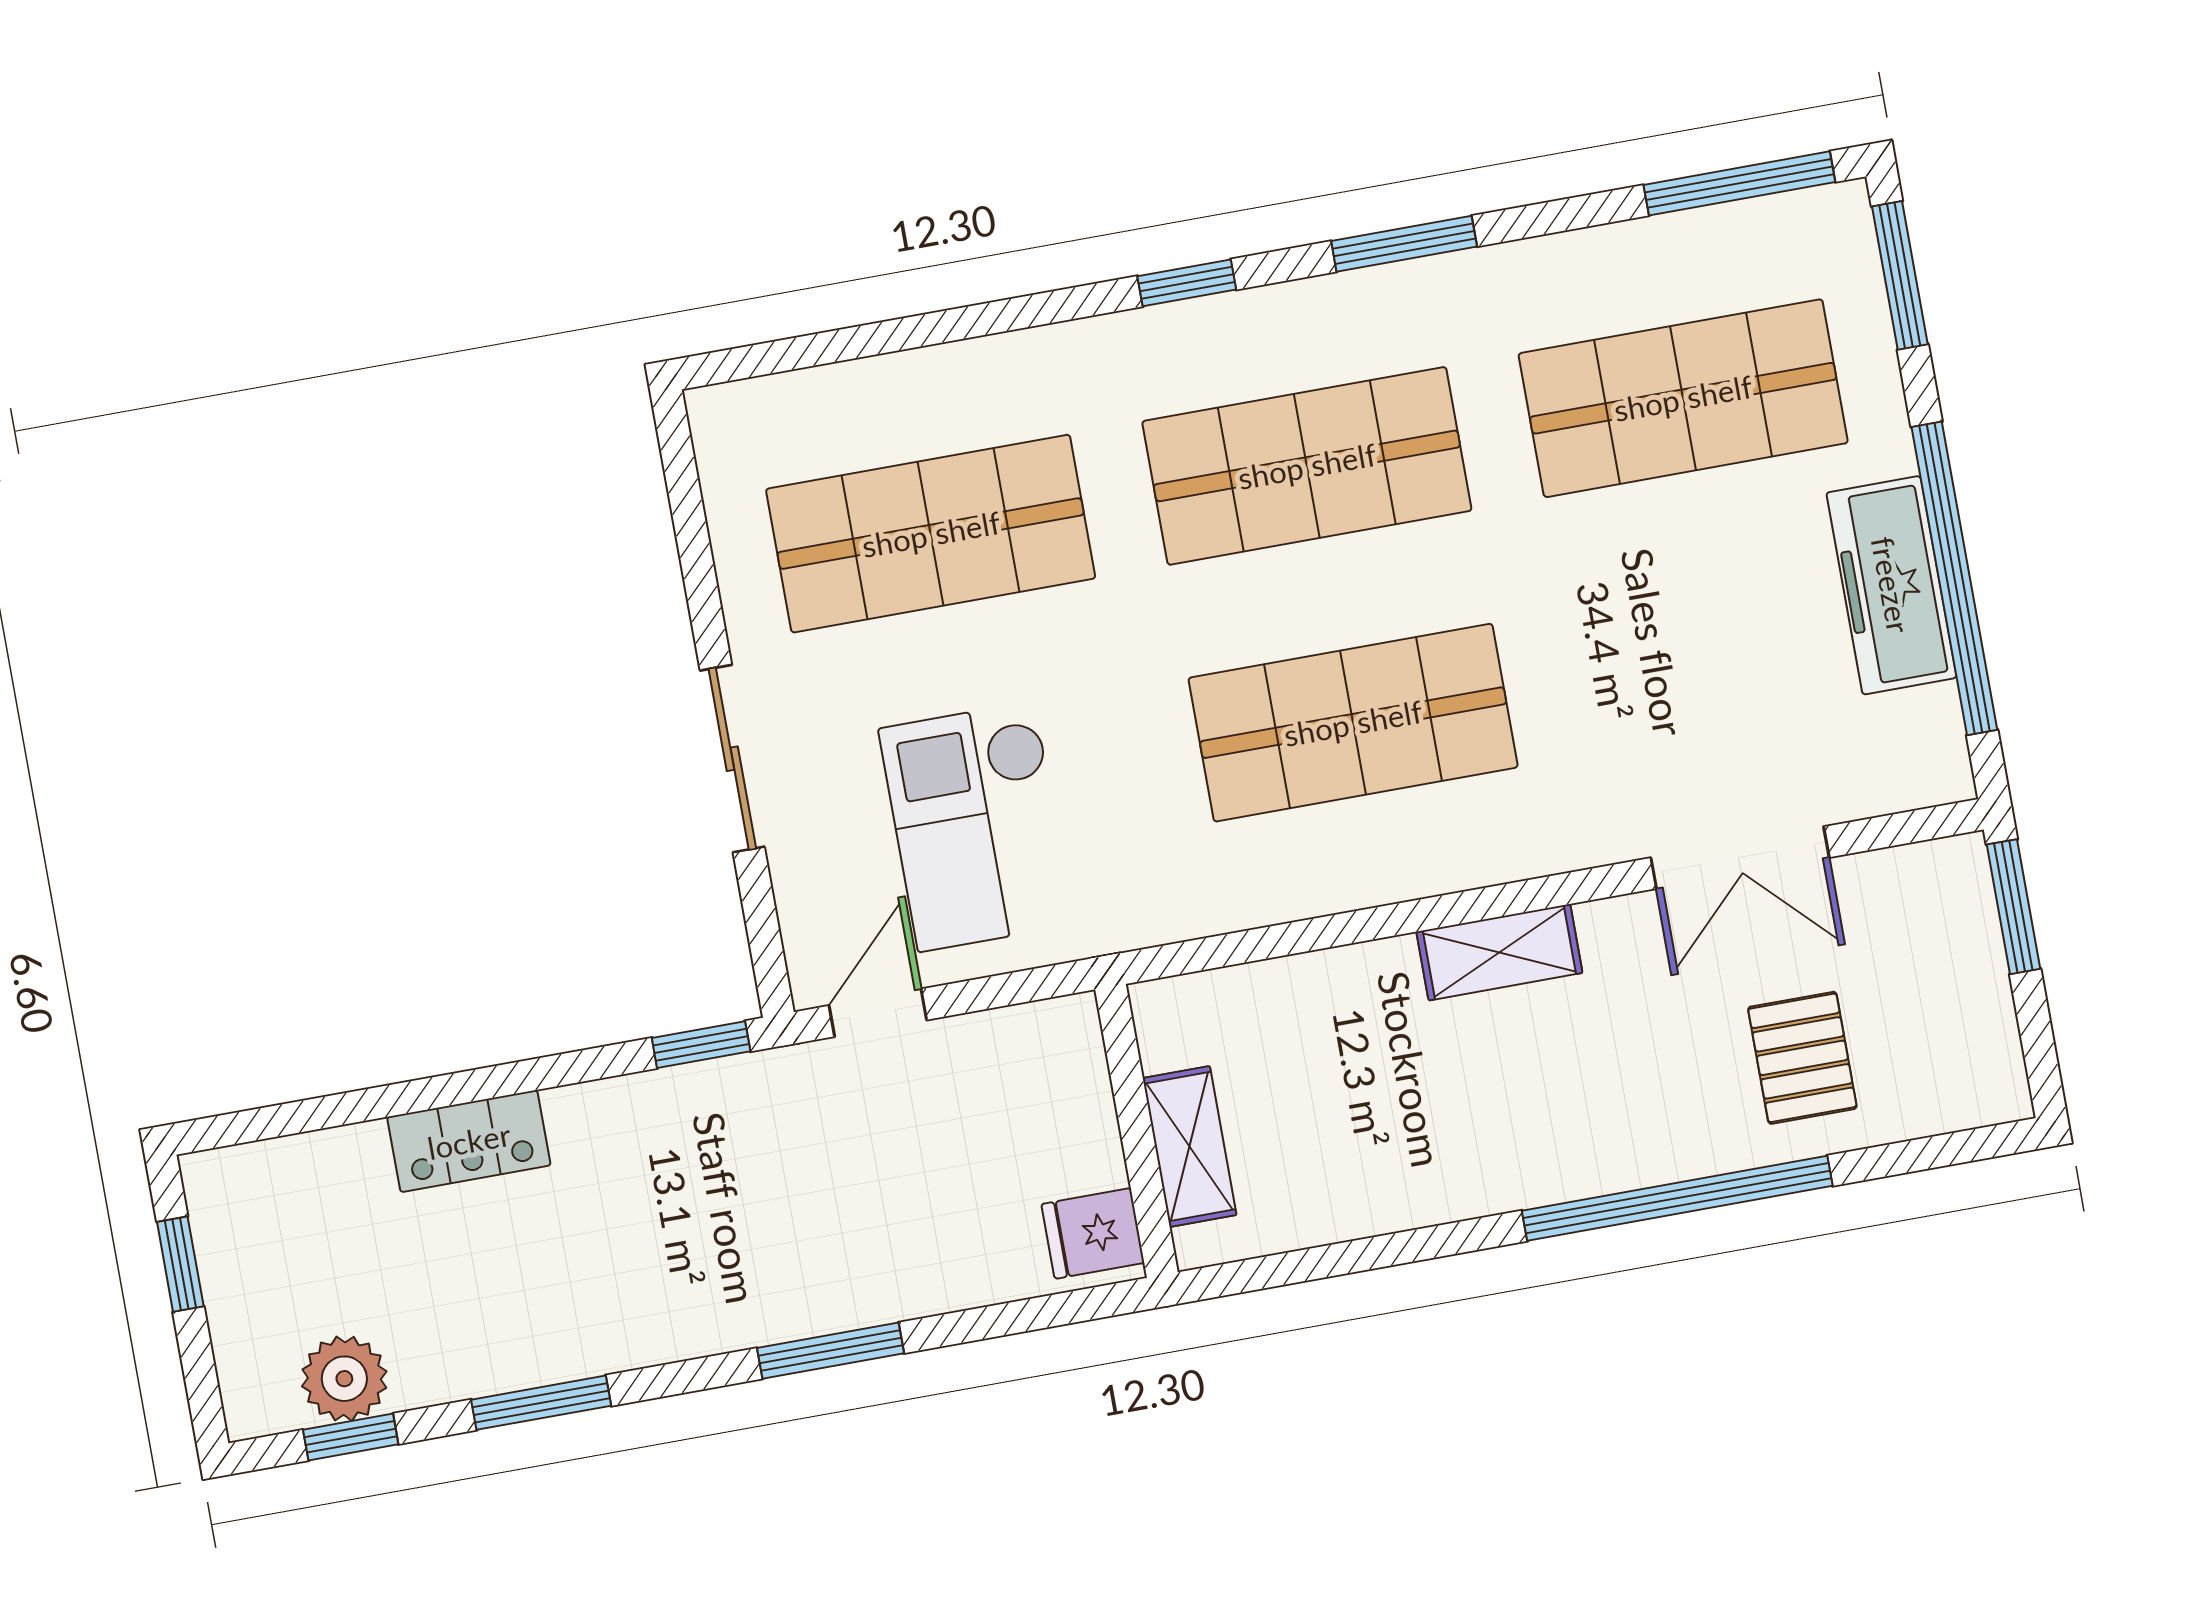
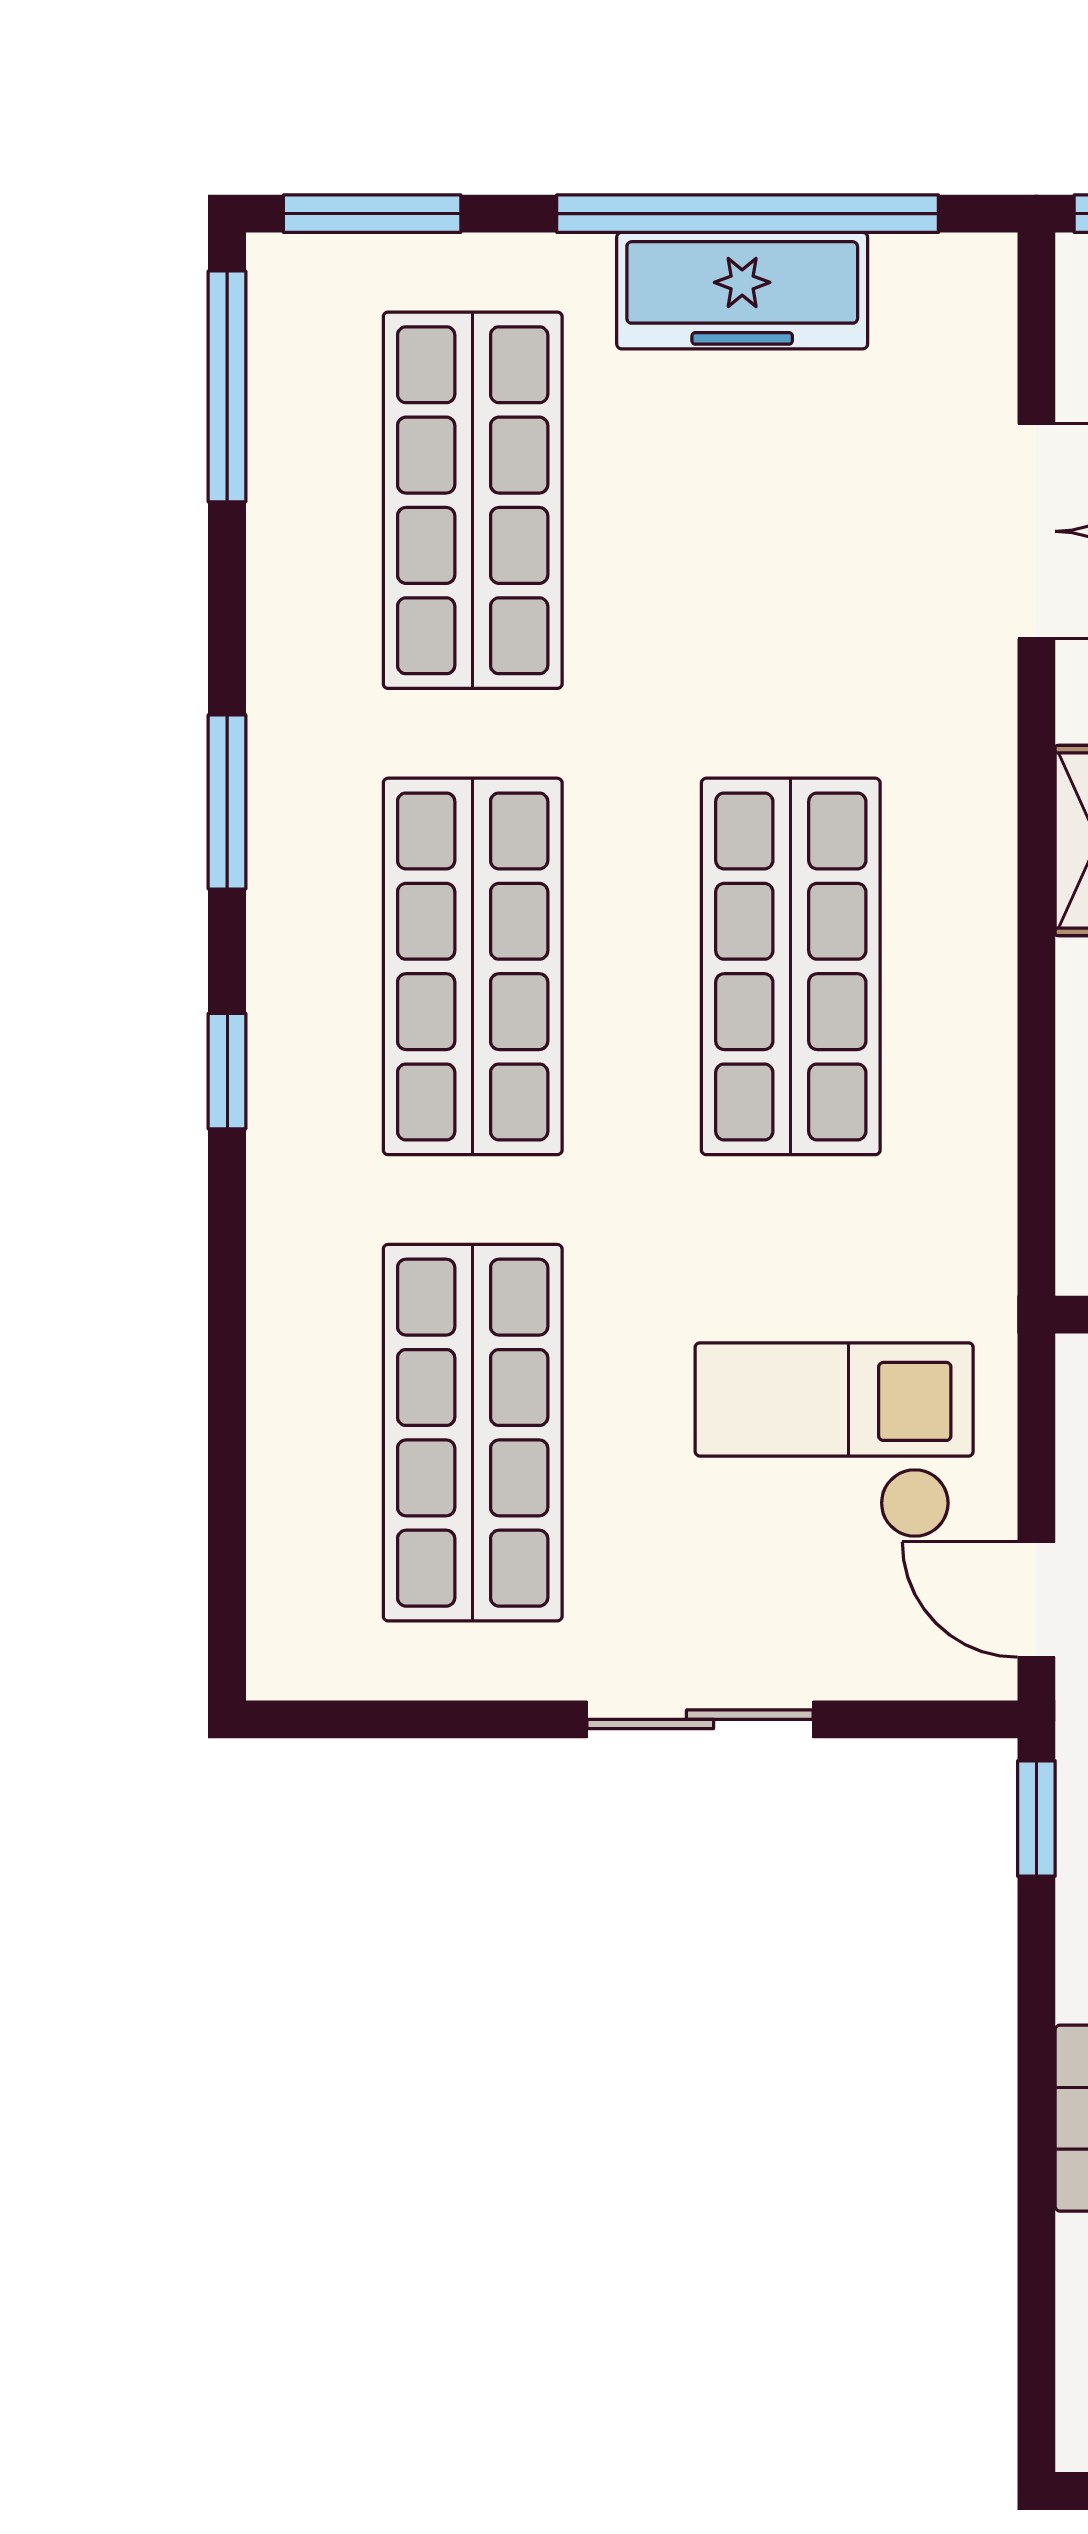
checkout: (977, 827) -> (834, 1440), turned 180

